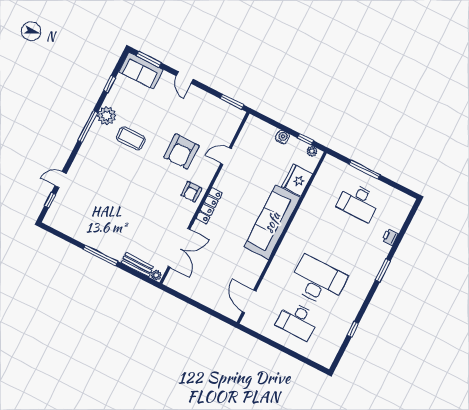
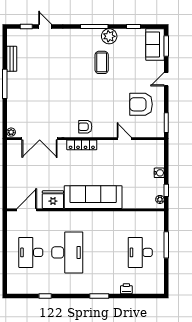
armchair: (181, 152) -> (141, 104), moved
fridge: (297, 180) -> (53, 200), moved
bench: (137, 265) -> (12, 59), moved

